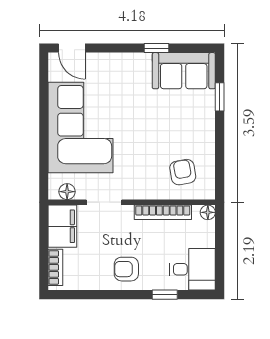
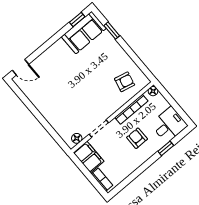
window: (156, 48) -> (77, 19), moved
corner sofa: (81, 128) -> (57, 102), removed
armchair: (183, 172) -> (125, 82), turned 113
armchair: (126, 269) -> (137, 138), moved, turned 90

